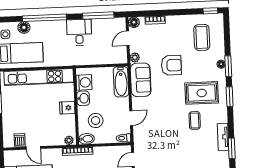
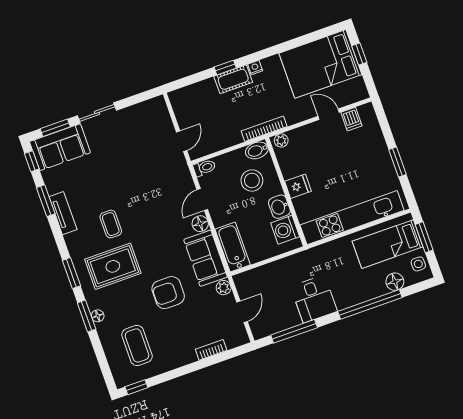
floor lamp: (134, 22) -> (200, 224), moved

